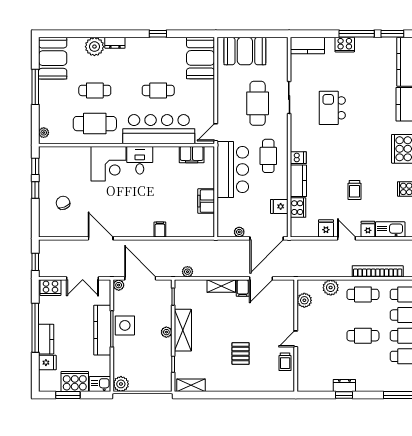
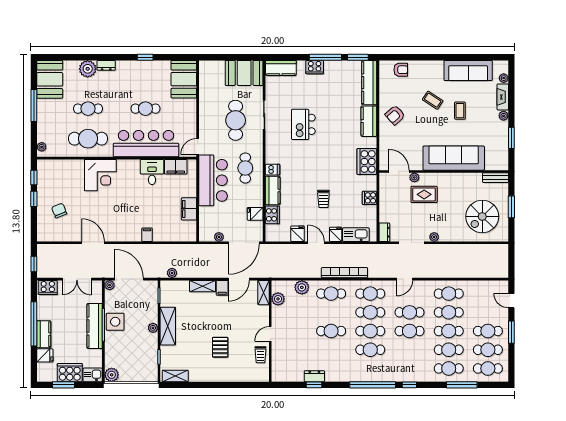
booth: (245, 51) -> (244, 73), moved
desk: (140, 160) -> (152, 172), moved
shelving: (288, 293) -> (263, 293), added

